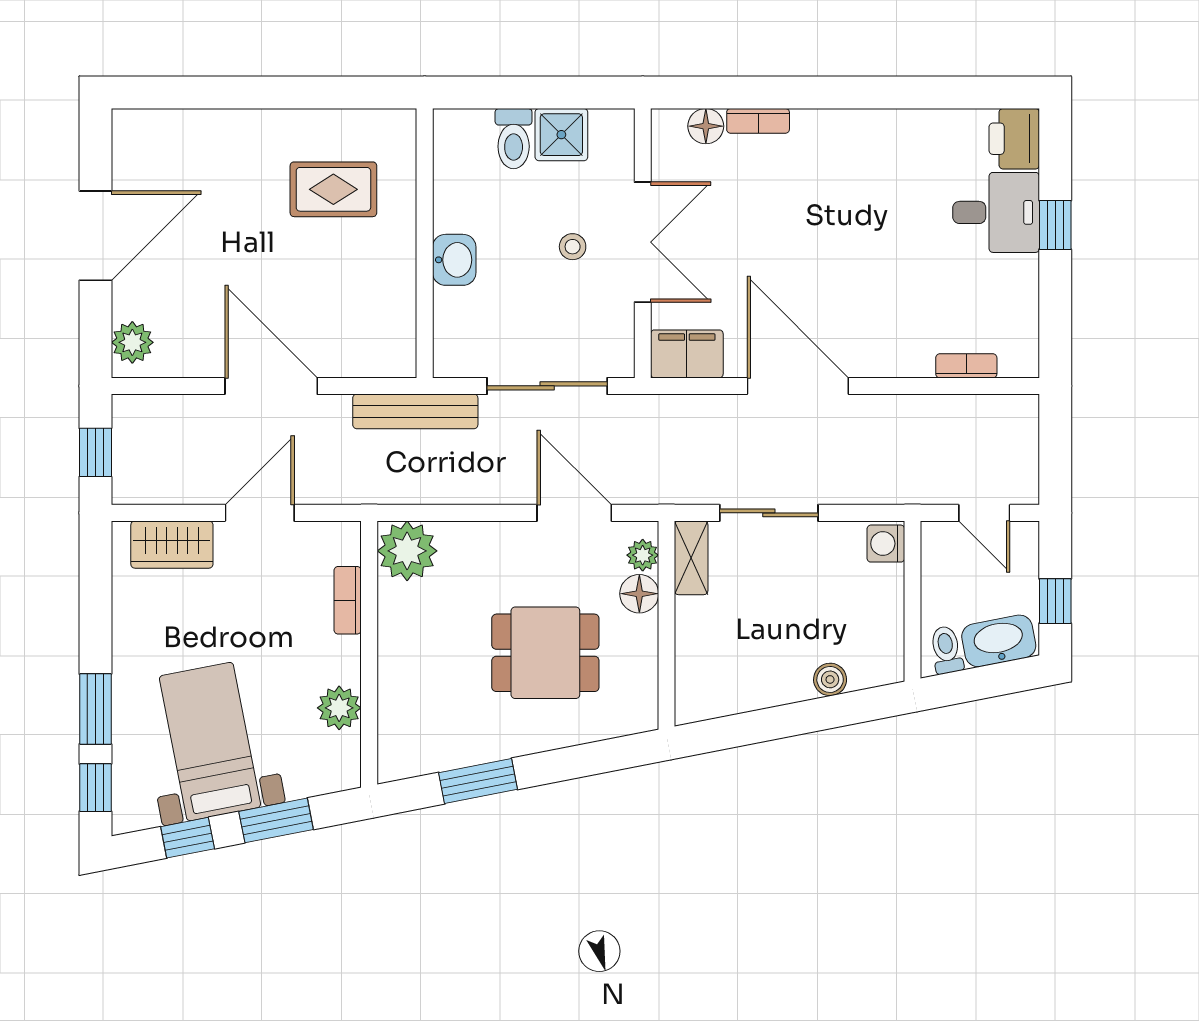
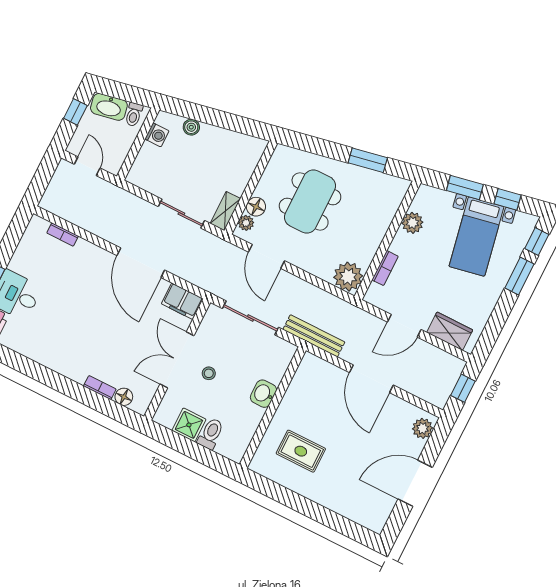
washing machine: (886, 544) -> (157, 135), moved
dining table: (545, 653) -> (310, 202), width x1.38

